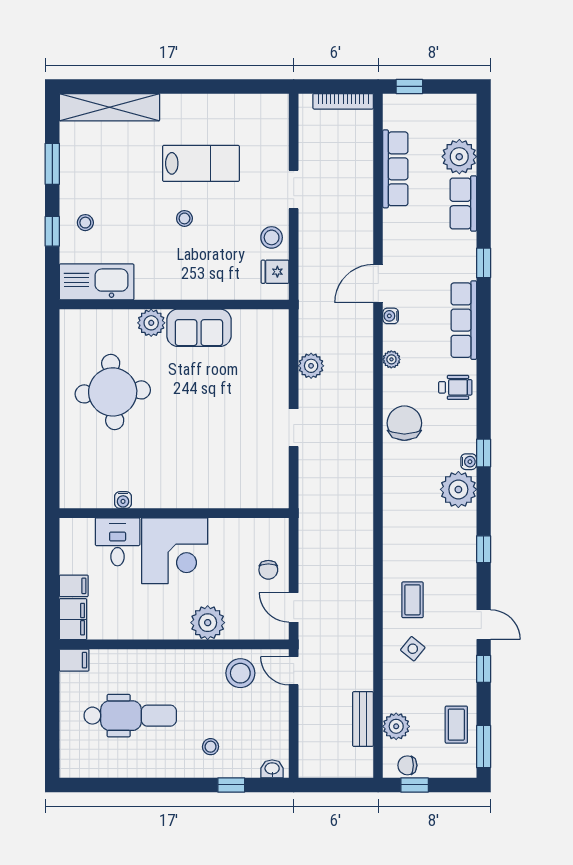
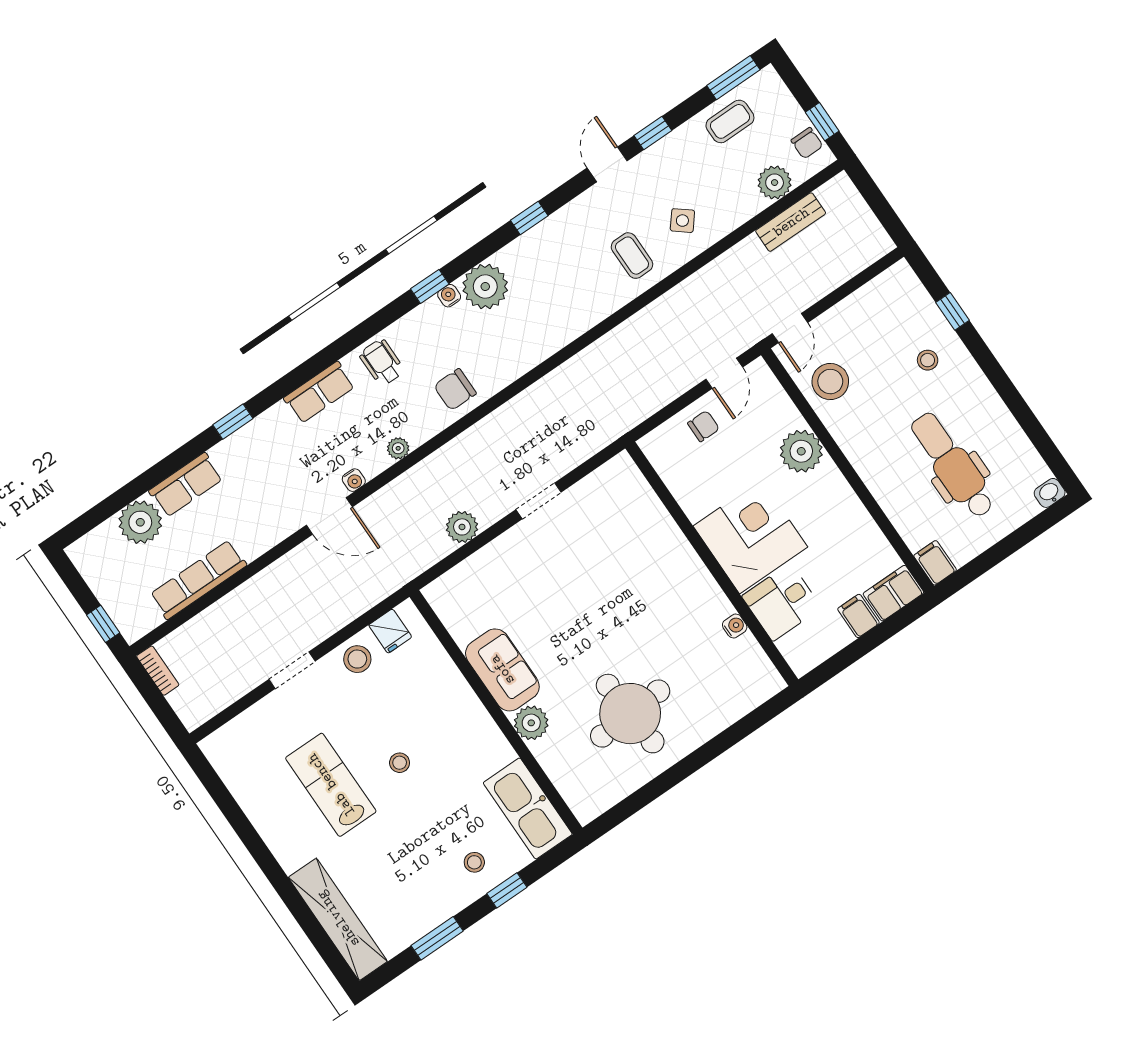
bookcase: (343, 101) -> (158, 671), width x0.64
row of seats: (464, 320) -> (319, 392), width x0.68
chair: (404, 423) -> (455, 390), width x0.73, depth x0.73
coffee table: (413, 600) -> (632, 256), turned 90
washbasin: (272, 769) -> (1050, 493), moved, turned 90

